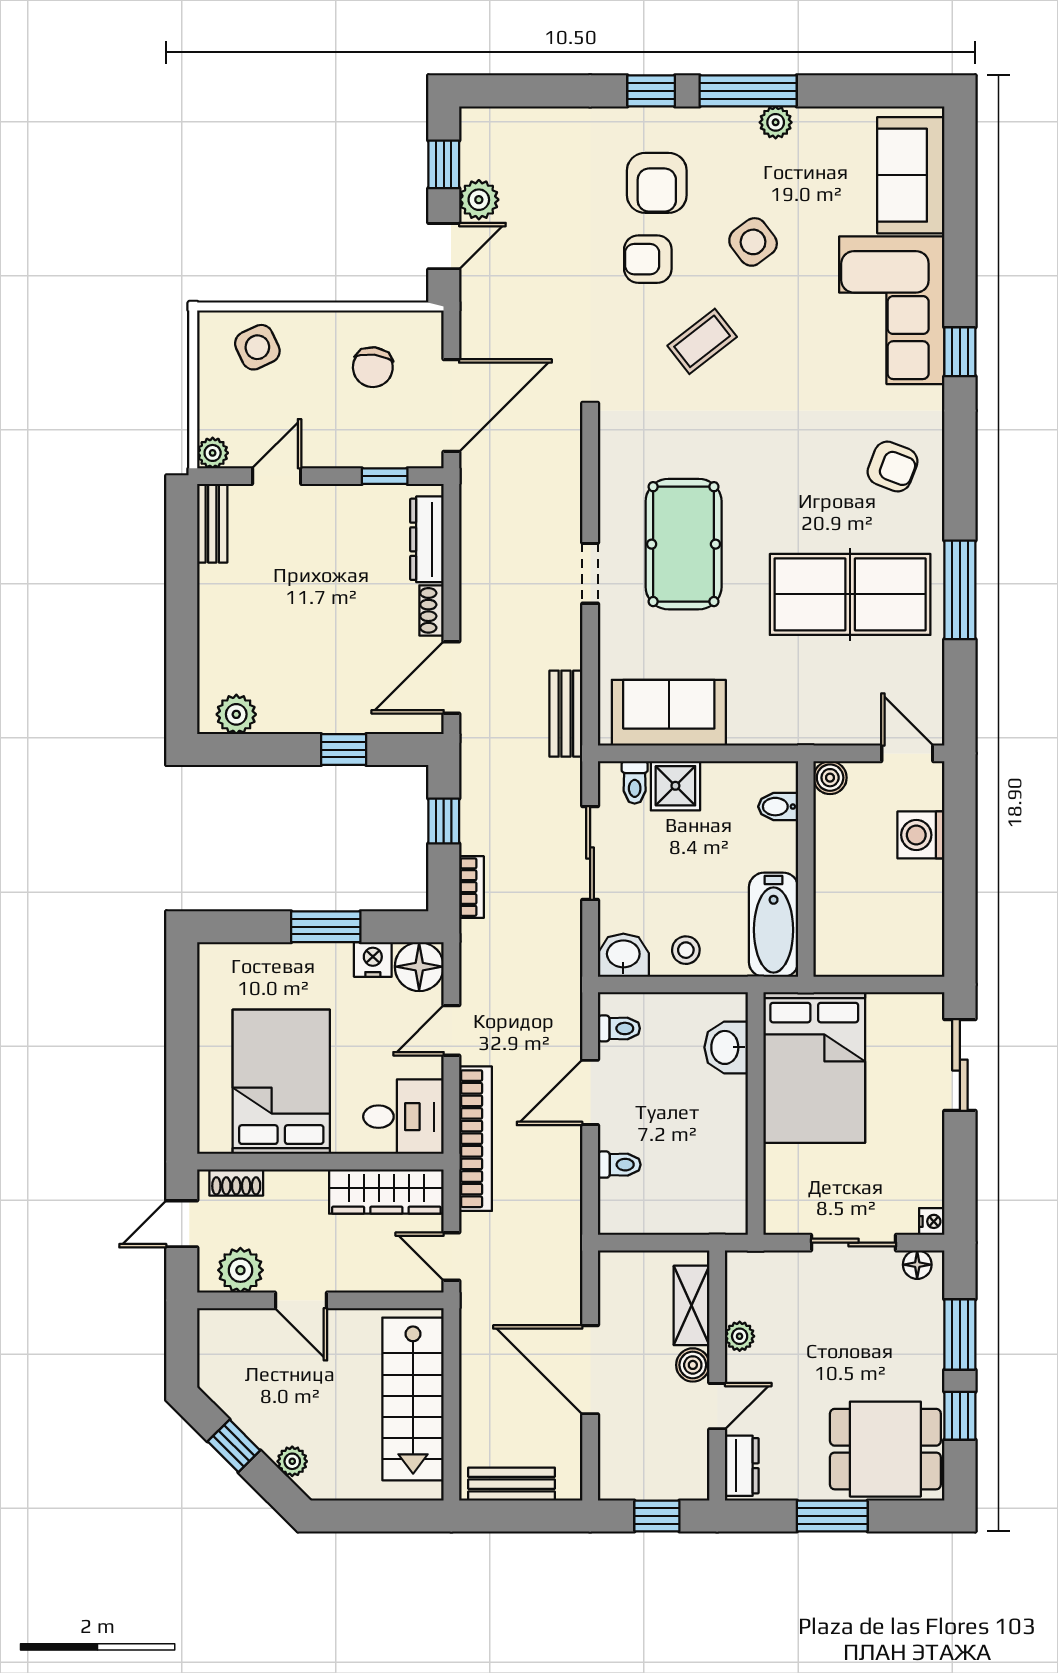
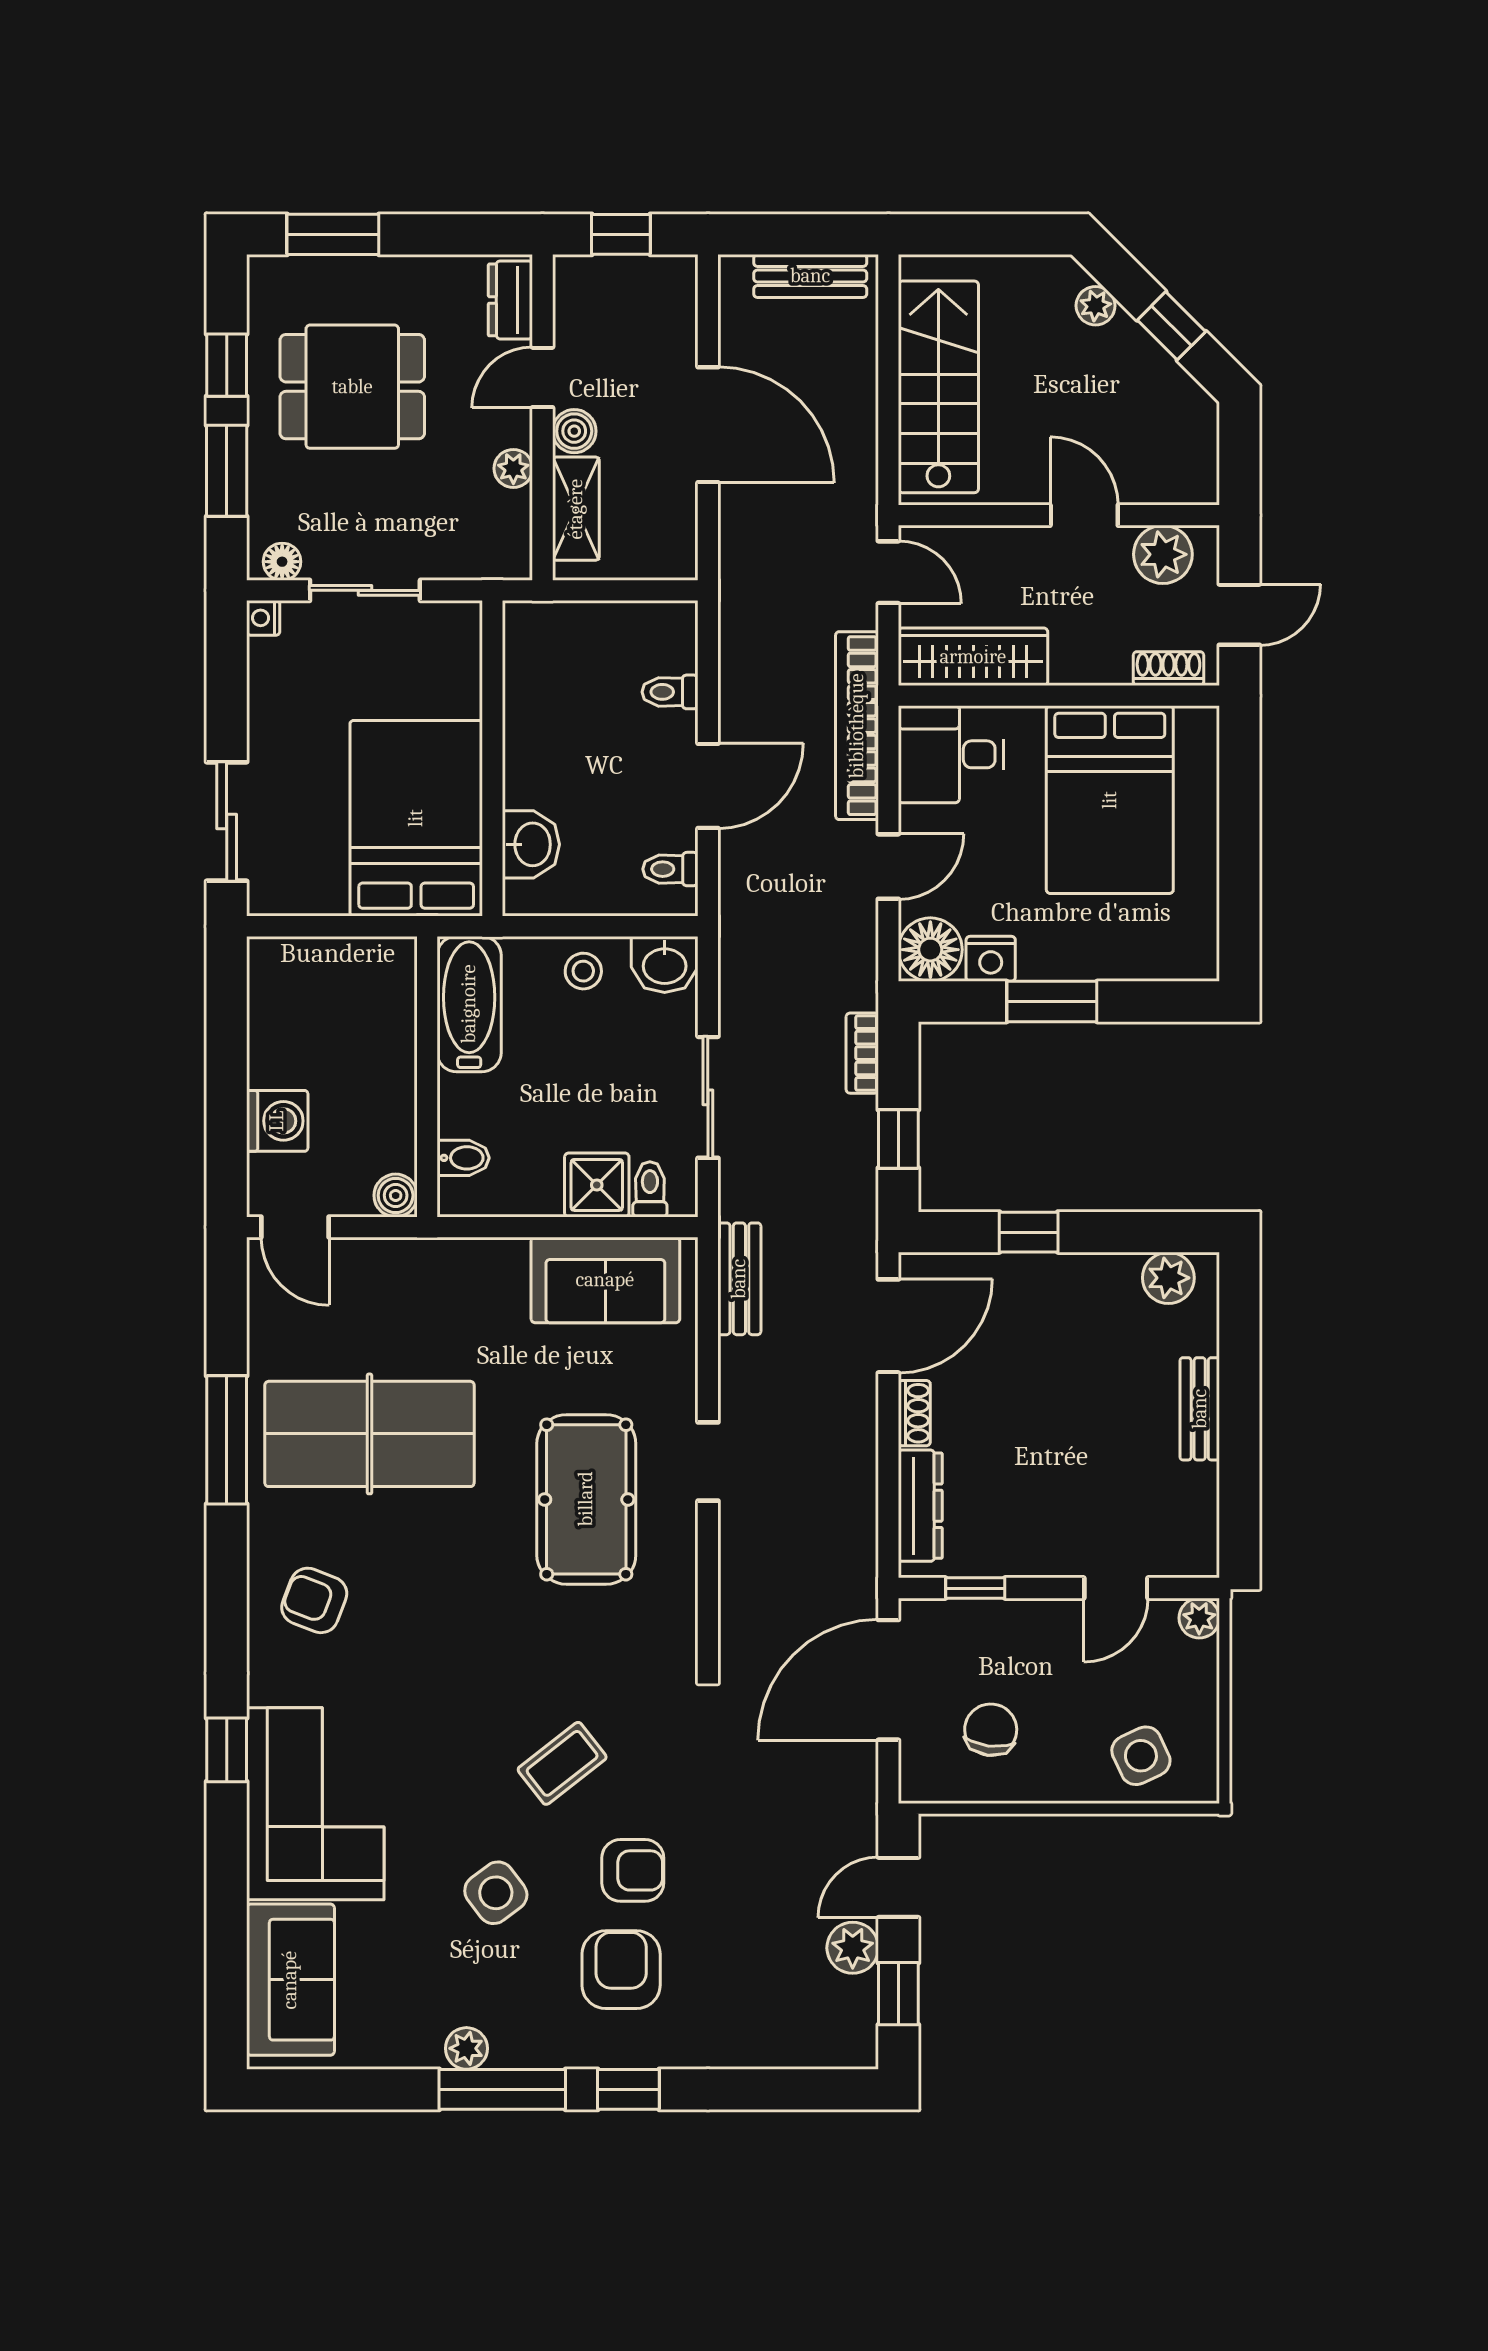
bench: (212, 523) -> (1200, 1409), moved
dining table: (885, 1449) -> (352, 387), moved
window: (832, 1516) -> (333, 234), moved

